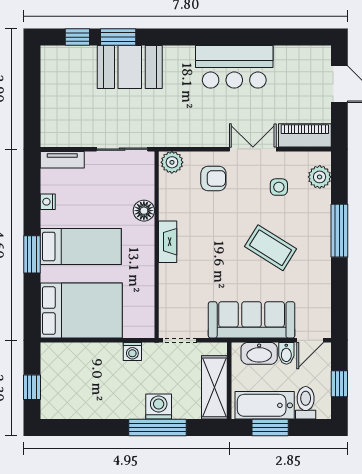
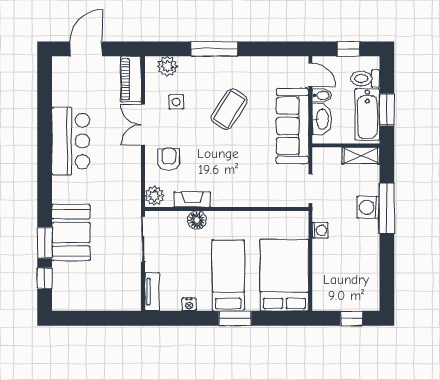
fireplace: (168, 242) -> (192, 199), moved
shelving: (214, 387) -> (361, 156), width x0.67, depth x0.75

